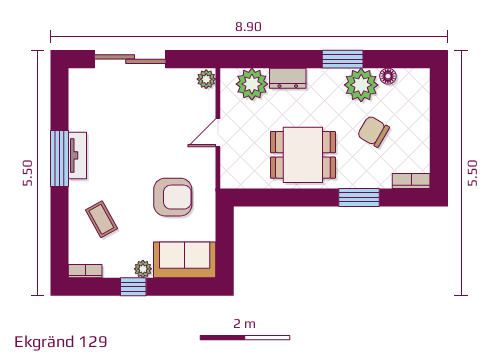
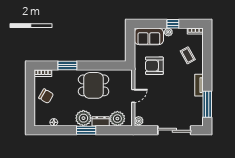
window: (343, 59) -> (86, 130), moved
plant: (361, 85) -> (83, 118), moved
chair: (373, 131) -> (46, 96), moved
window: (60, 159) -> (207, 104), moved

